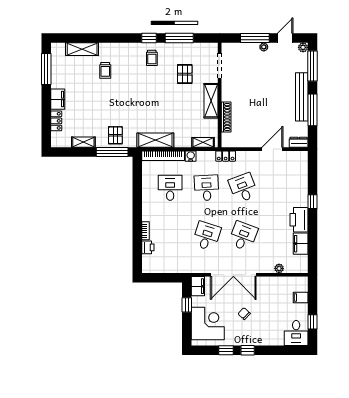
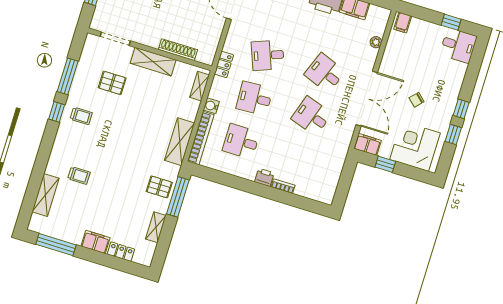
printer: (148, 247) -> (264, 177), moved
filing cabinet: (301, 297) -> (403, 23), moved

